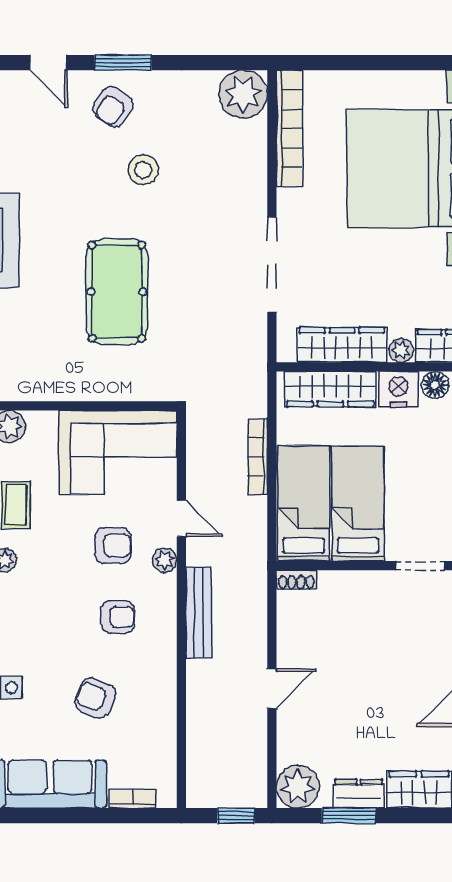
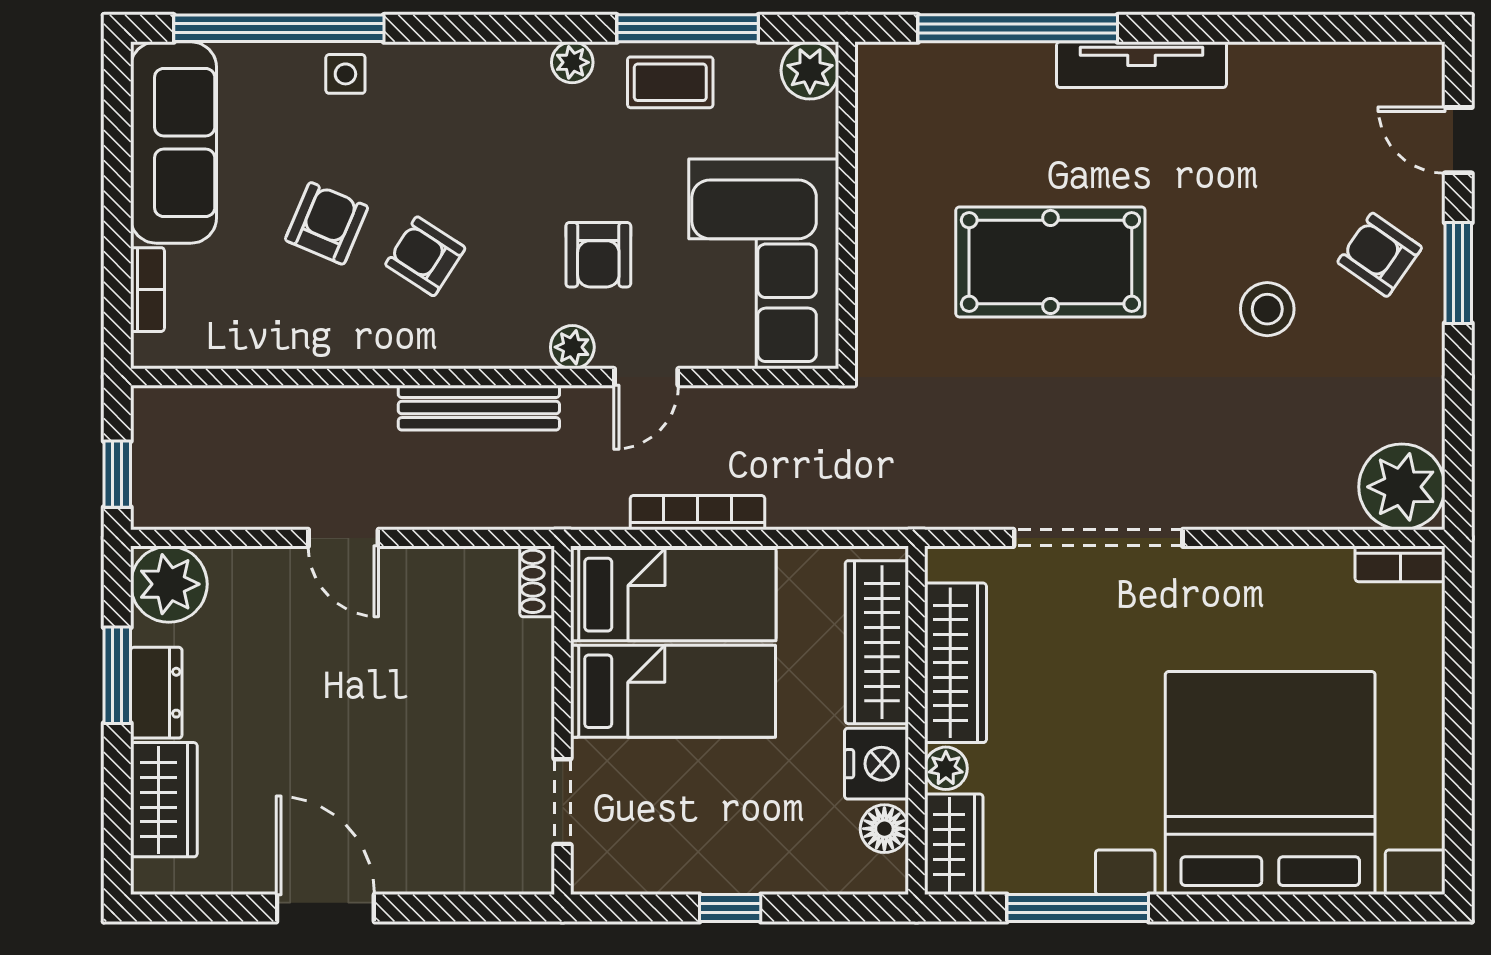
door: (48, 63) -> (1458, 140), hinge flipped
bookcase: (290, 128) -> (1400, 564), width x0.43, depth x0.76
bookcase: (258, 457) -> (698, 513), moved
armchair: (118, 617) -> (425, 256), moved, turned 123

